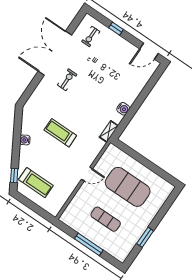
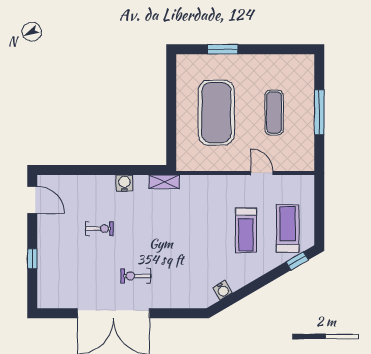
exercise bike: (91, 36) -> (99, 229), moved
treadmill: (60, 133) -> (246, 230), moved
water cooler: (25, 140) -> (223, 290), moved
door: (87, 174) -> (262, 173), moved
window: (145, 237) -> (223, 49), moved

